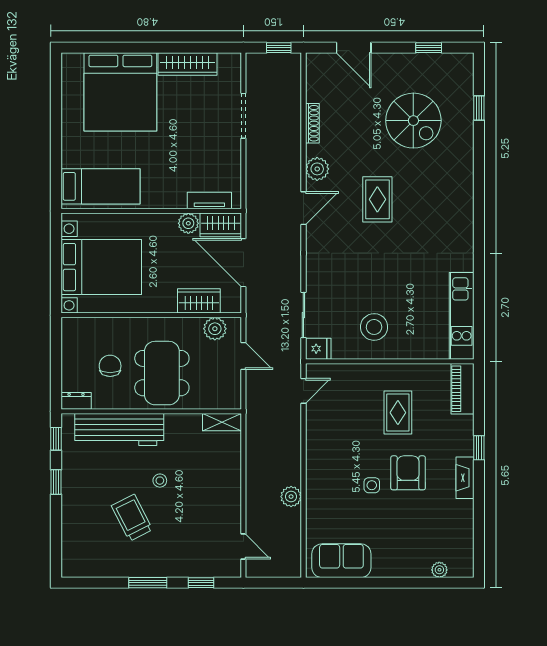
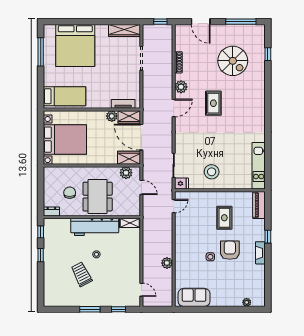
window: (429, 48) -> (241, 22), width x2.17
wardrobe: (188, 64) -> (124, 30), moved
window: (56, 104) -> (41, 52), added
wardrobe: (199, 301) -> (129, 158), moved
workbench: (119, 430) -> (95, 227), moved

